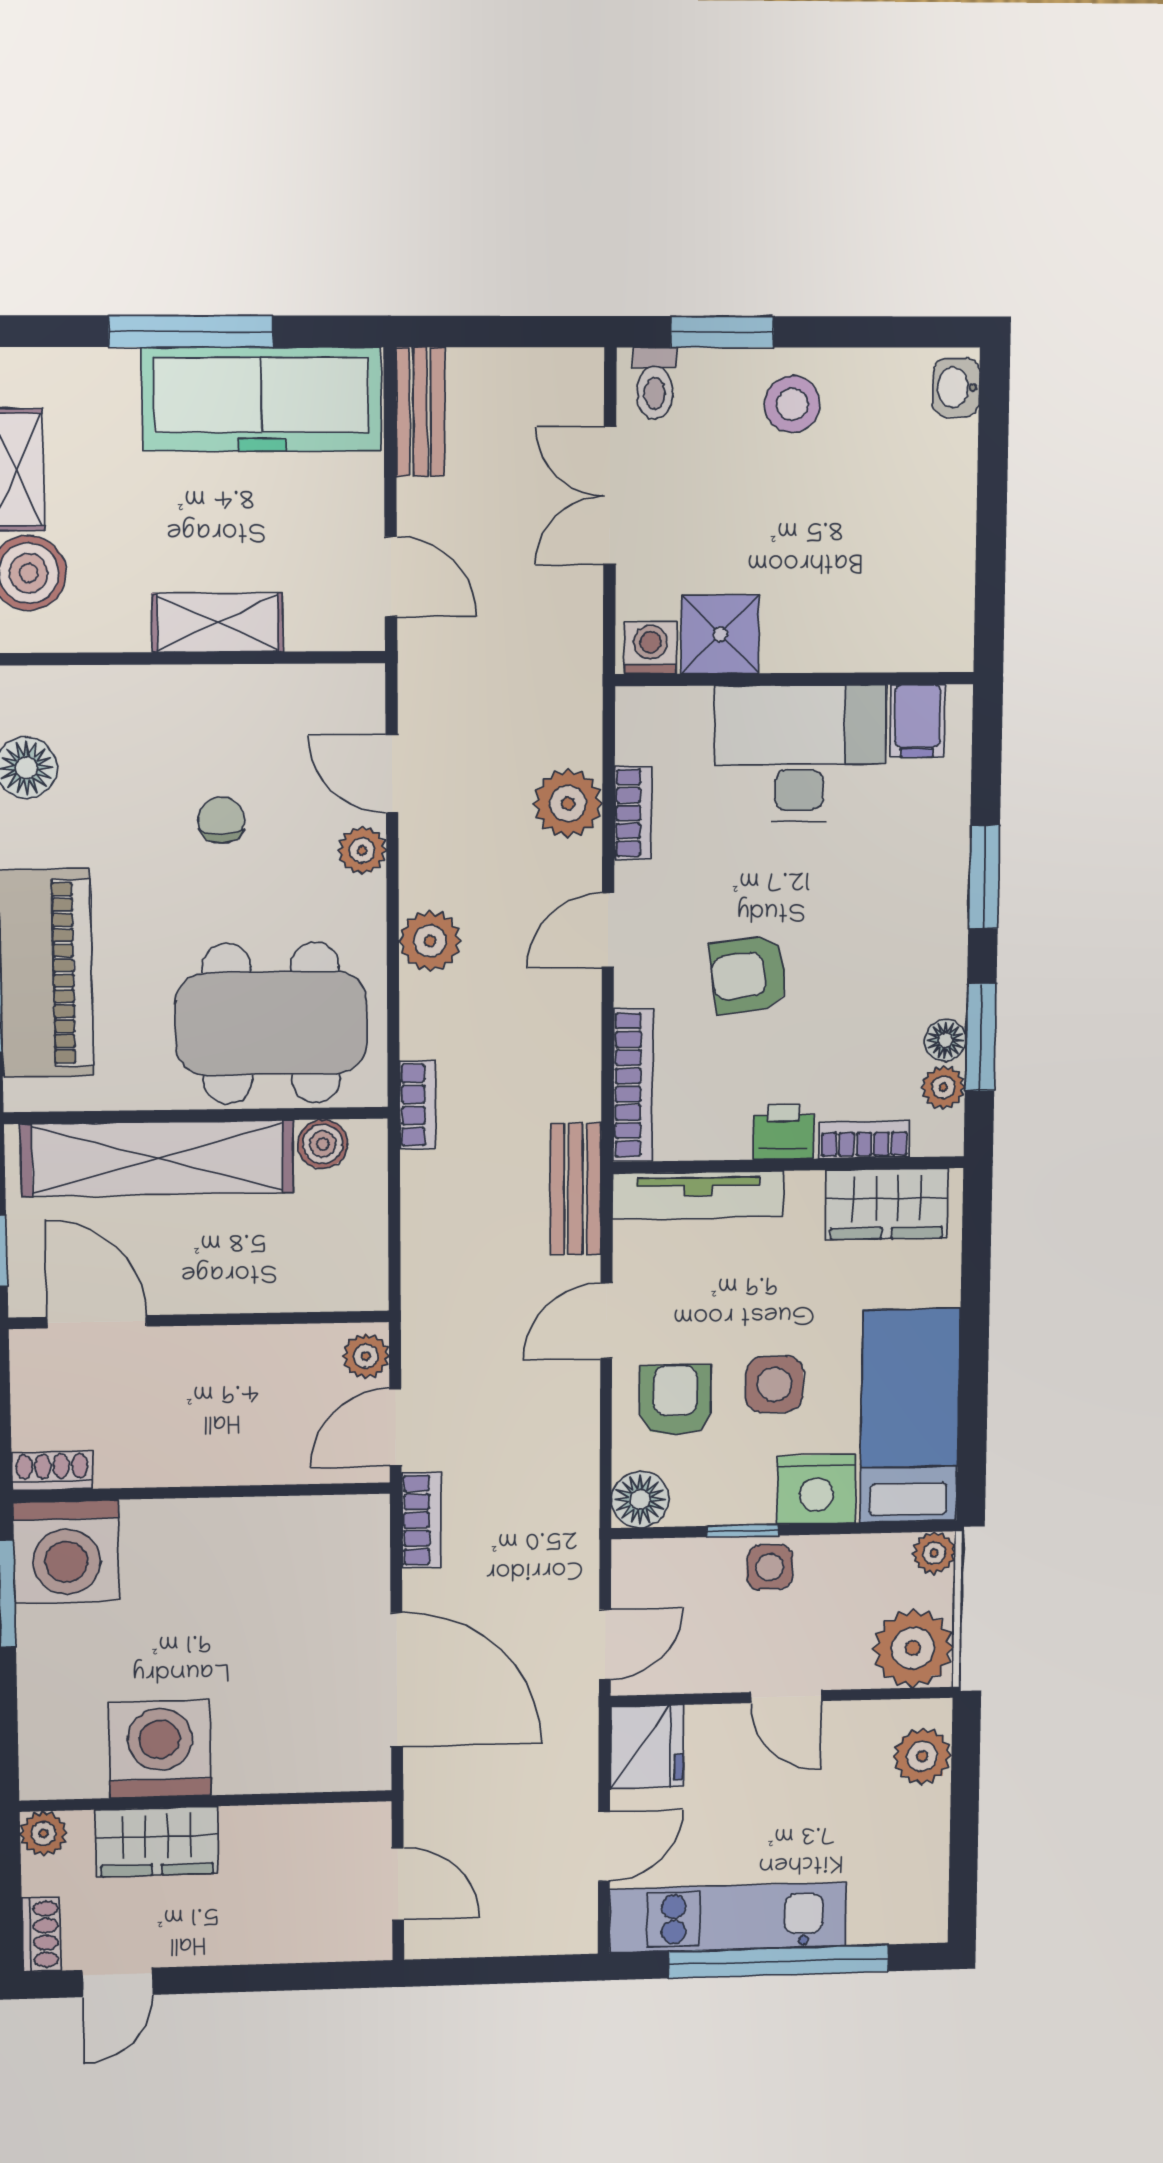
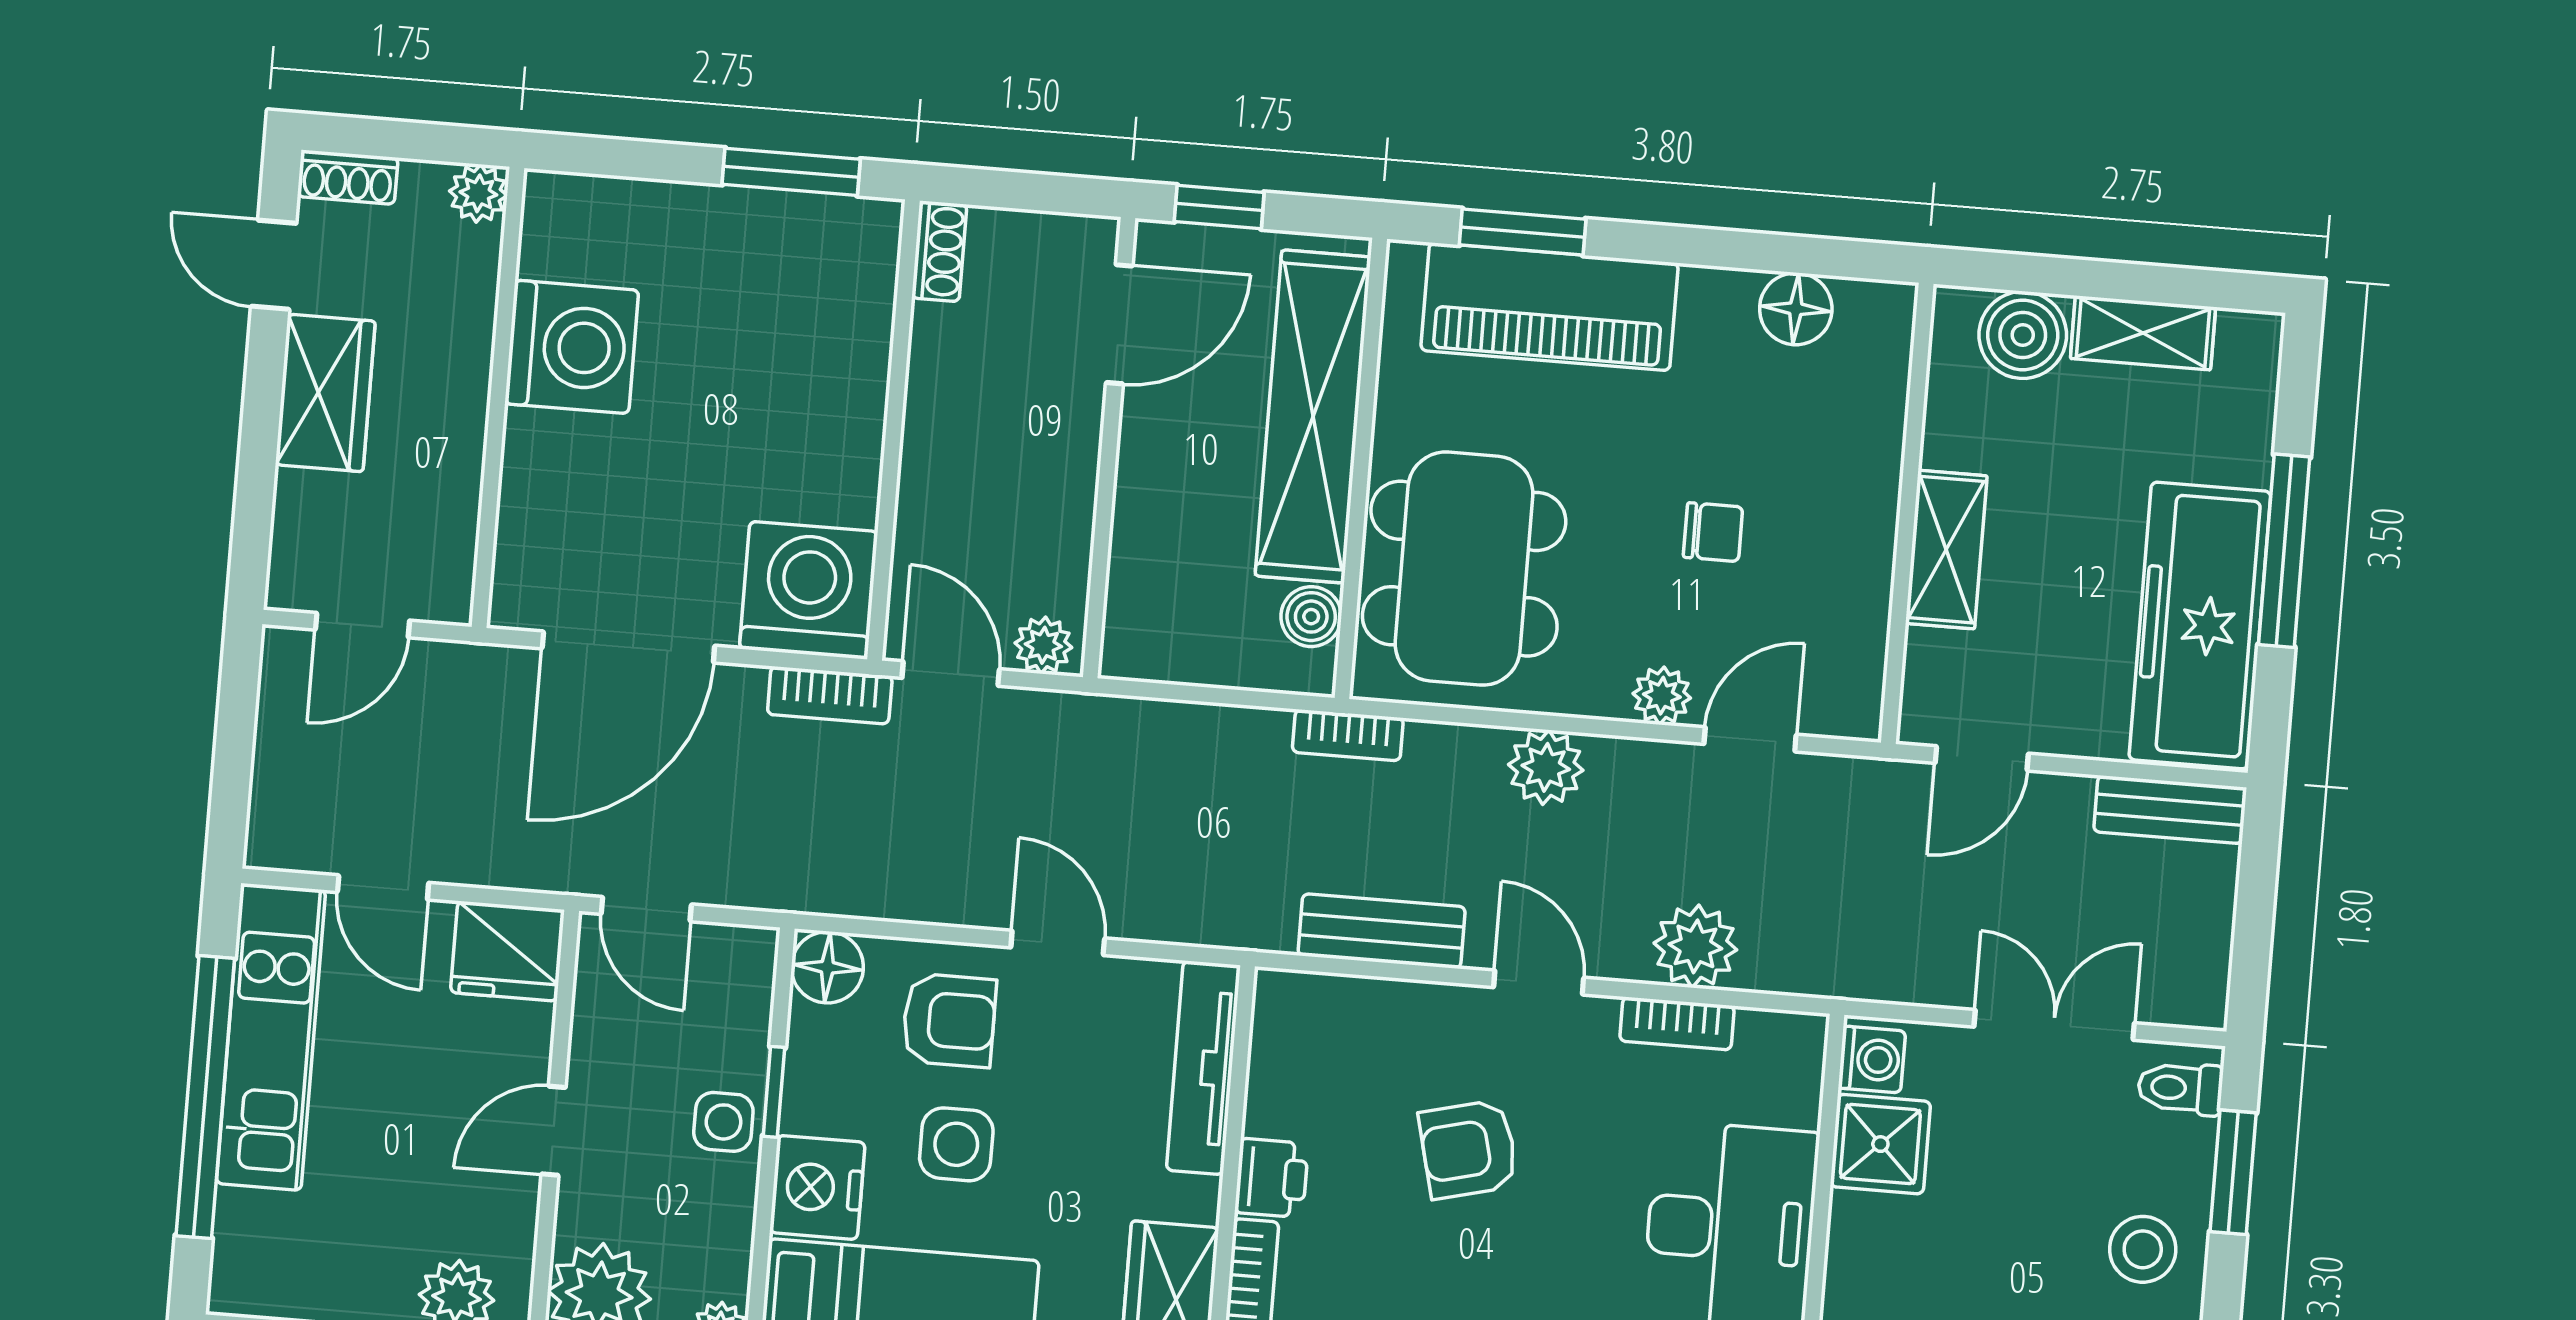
armchair: (749, 975) -> (1468, 1149), turned -97
bookcase: (633, 1085) -> (1347, 998), removed
bench: (576, 1189) -> (1382, 931), moved
washing machine: (66, 1552) -> (809, 590), moved, turned 90
wardrobe: (157, 1842) -> (325, 393), moved, turned 180

